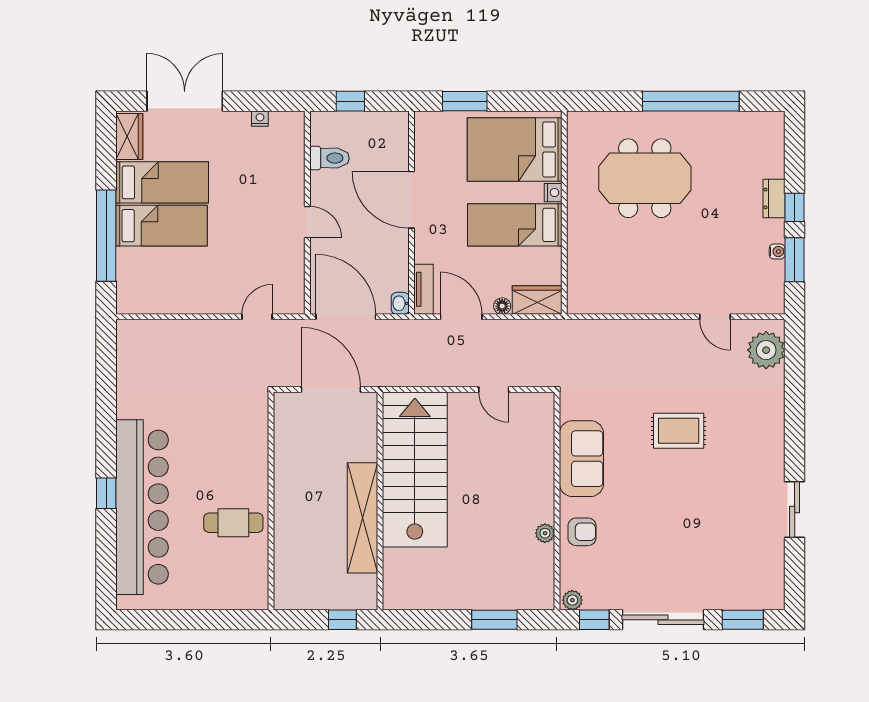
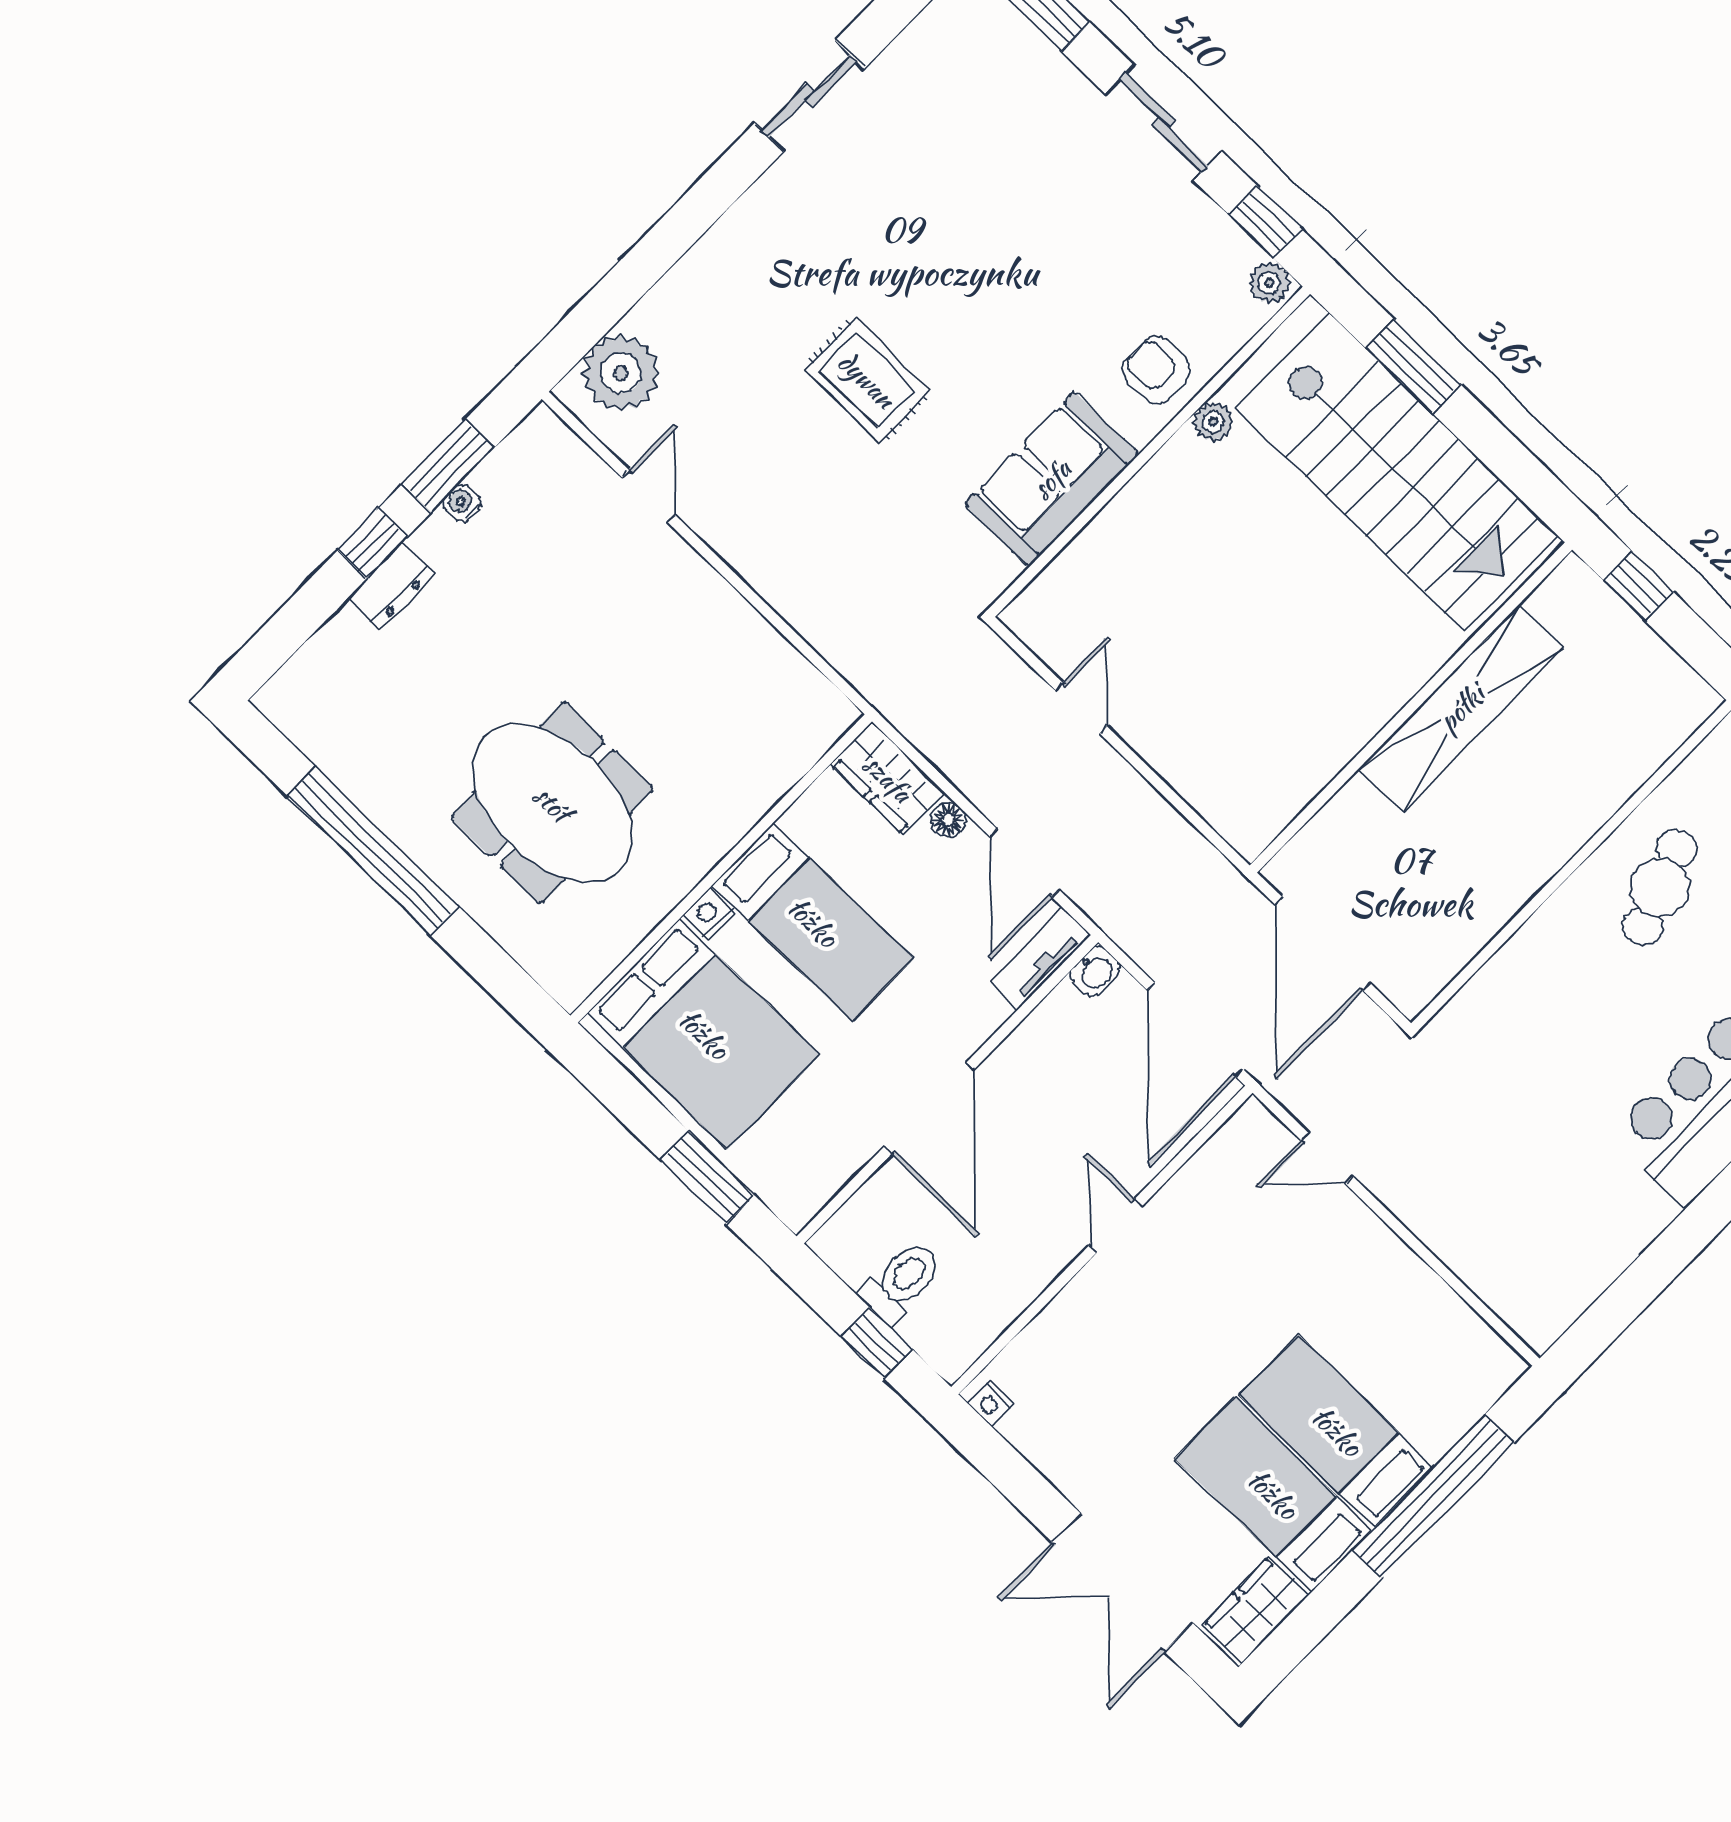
nightstand: (260, 119) -> (991, 1403), moved
toilet: (329, 158) -> (901, 1282), moved, turned 90
stairs: (415, 470) -> (1397, 472), moved, turned -90
cafe table: (233, 523) -> (1660, 887), turned 69
sliding door: (663, 620) -> (1164, 123), width x0.73

